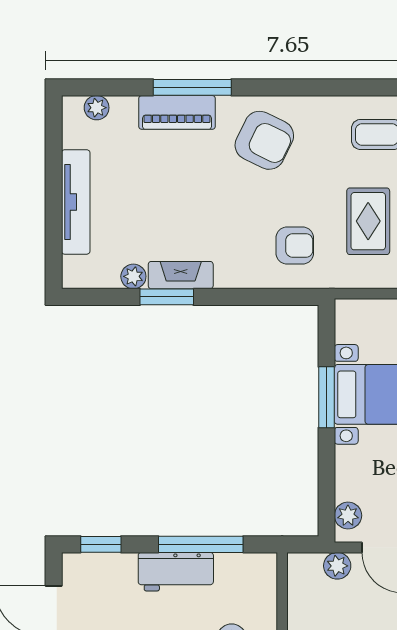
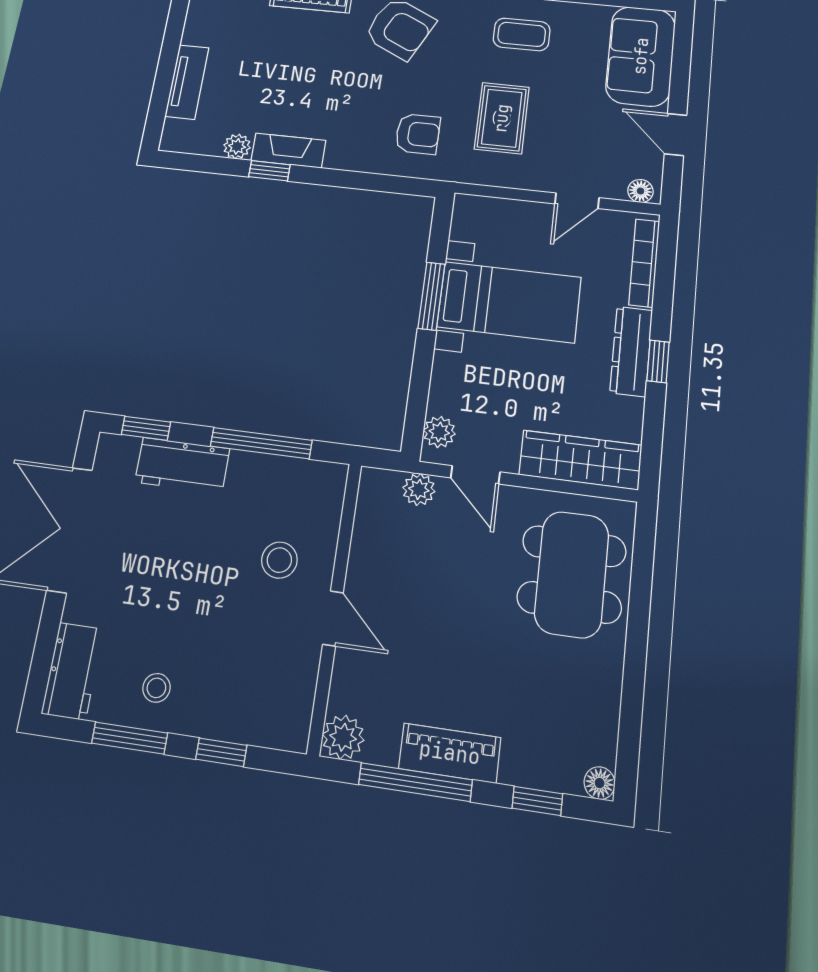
tv unit: (76, 202) -> (187, 82), width x0.71
window: (167, 297) -> (269, 171), width x0.67
workbench: (176, 572) -> (182, 465), moved

